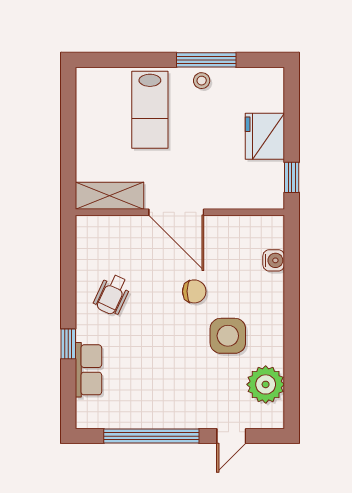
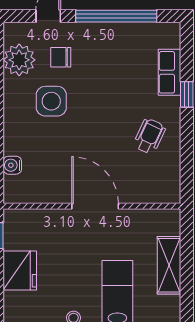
shelving: (109, 196) -> (169, 265), moved, turned 90
chair: (194, 291) -> (61, 57), moved

